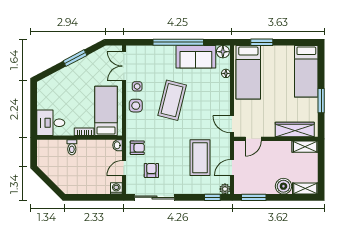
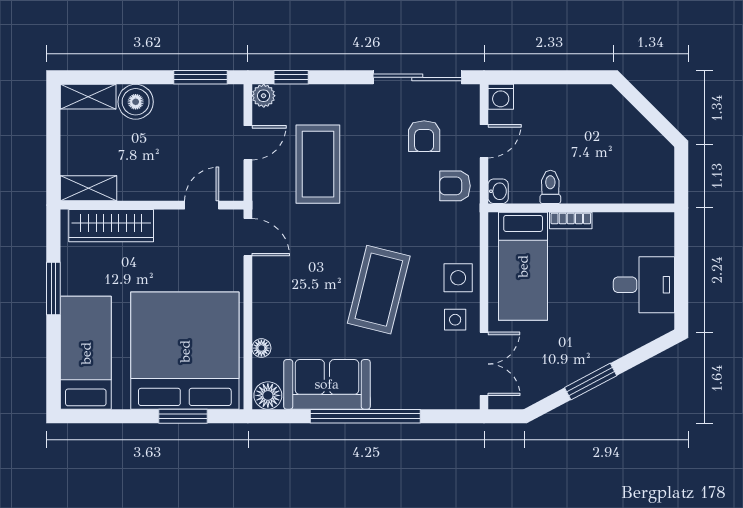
bed: (248, 72) -> (185, 351), width x2.04
desk: (51, 123) -> (644, 285), moved
toilet: (72, 147) -> (550, 187), moved

